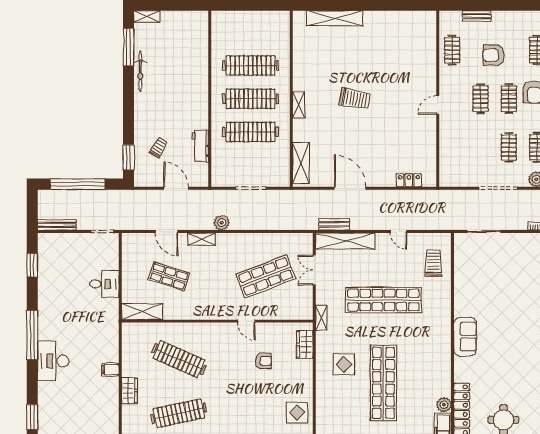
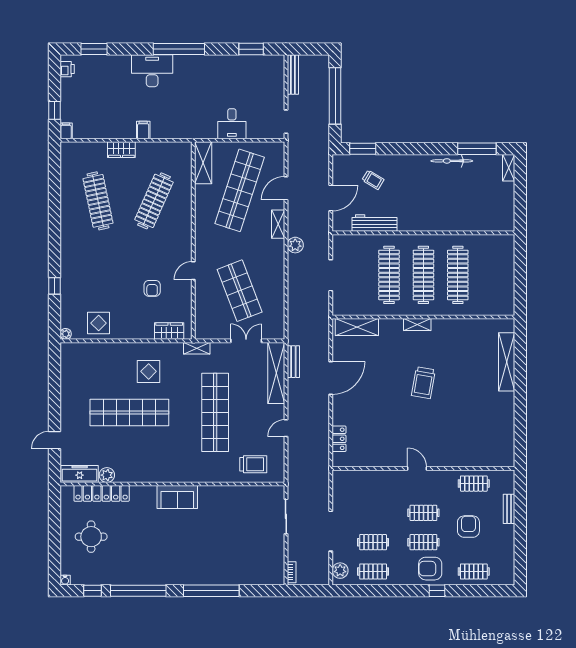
workbench: (200, 146) -> (375, 223), width x1.38
shop shelf: (169, 276) -> (240, 190), width x2.00, depth x1.36

